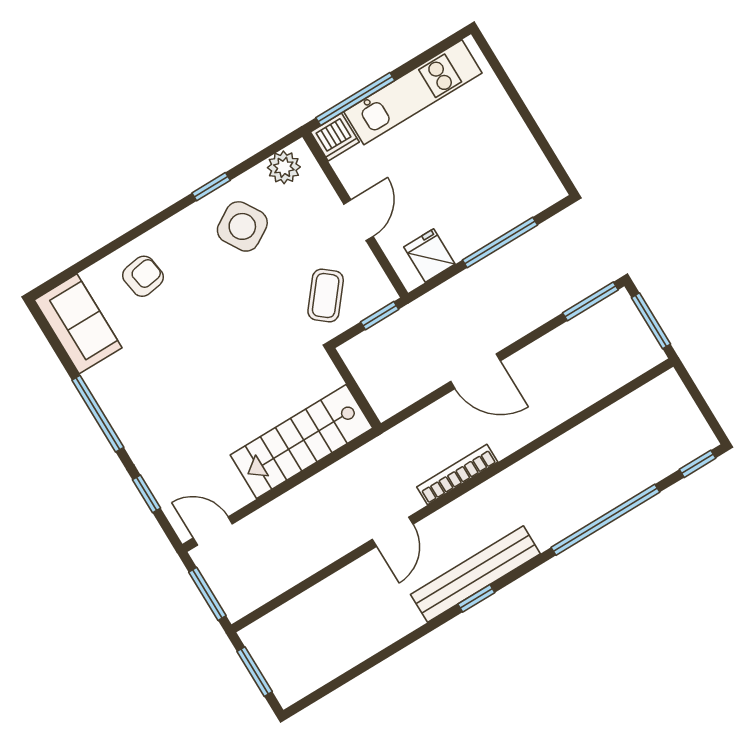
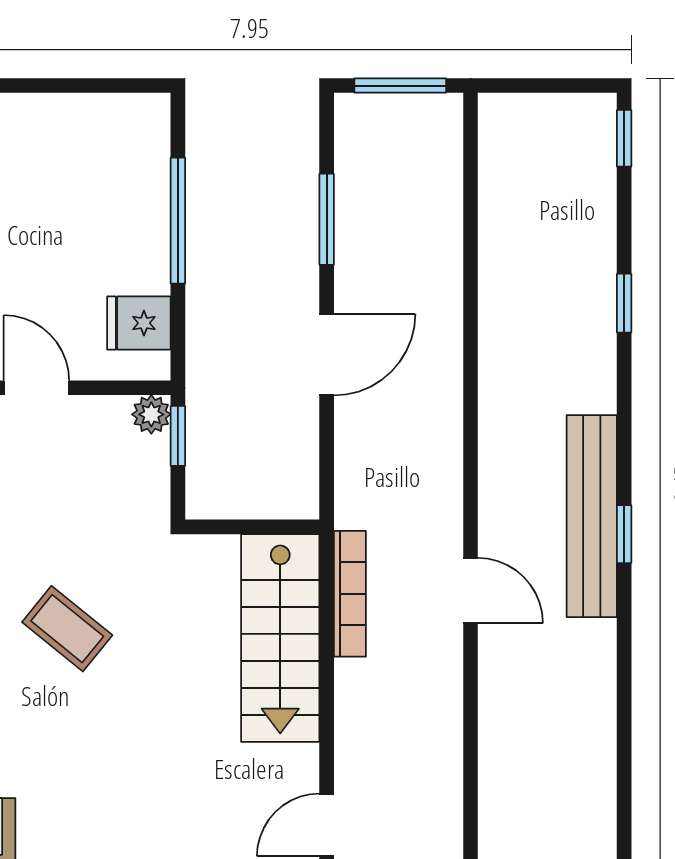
plant: (383, 293) -> (151, 414), added
coffee table: (326, 296) -> (67, 629), moved
window: (590, 301) -> (327, 219), moved
bookcase: (457, 475) -> (350, 594), moved, turned 180
window: (605, 520) -> (624, 303), width x0.32

